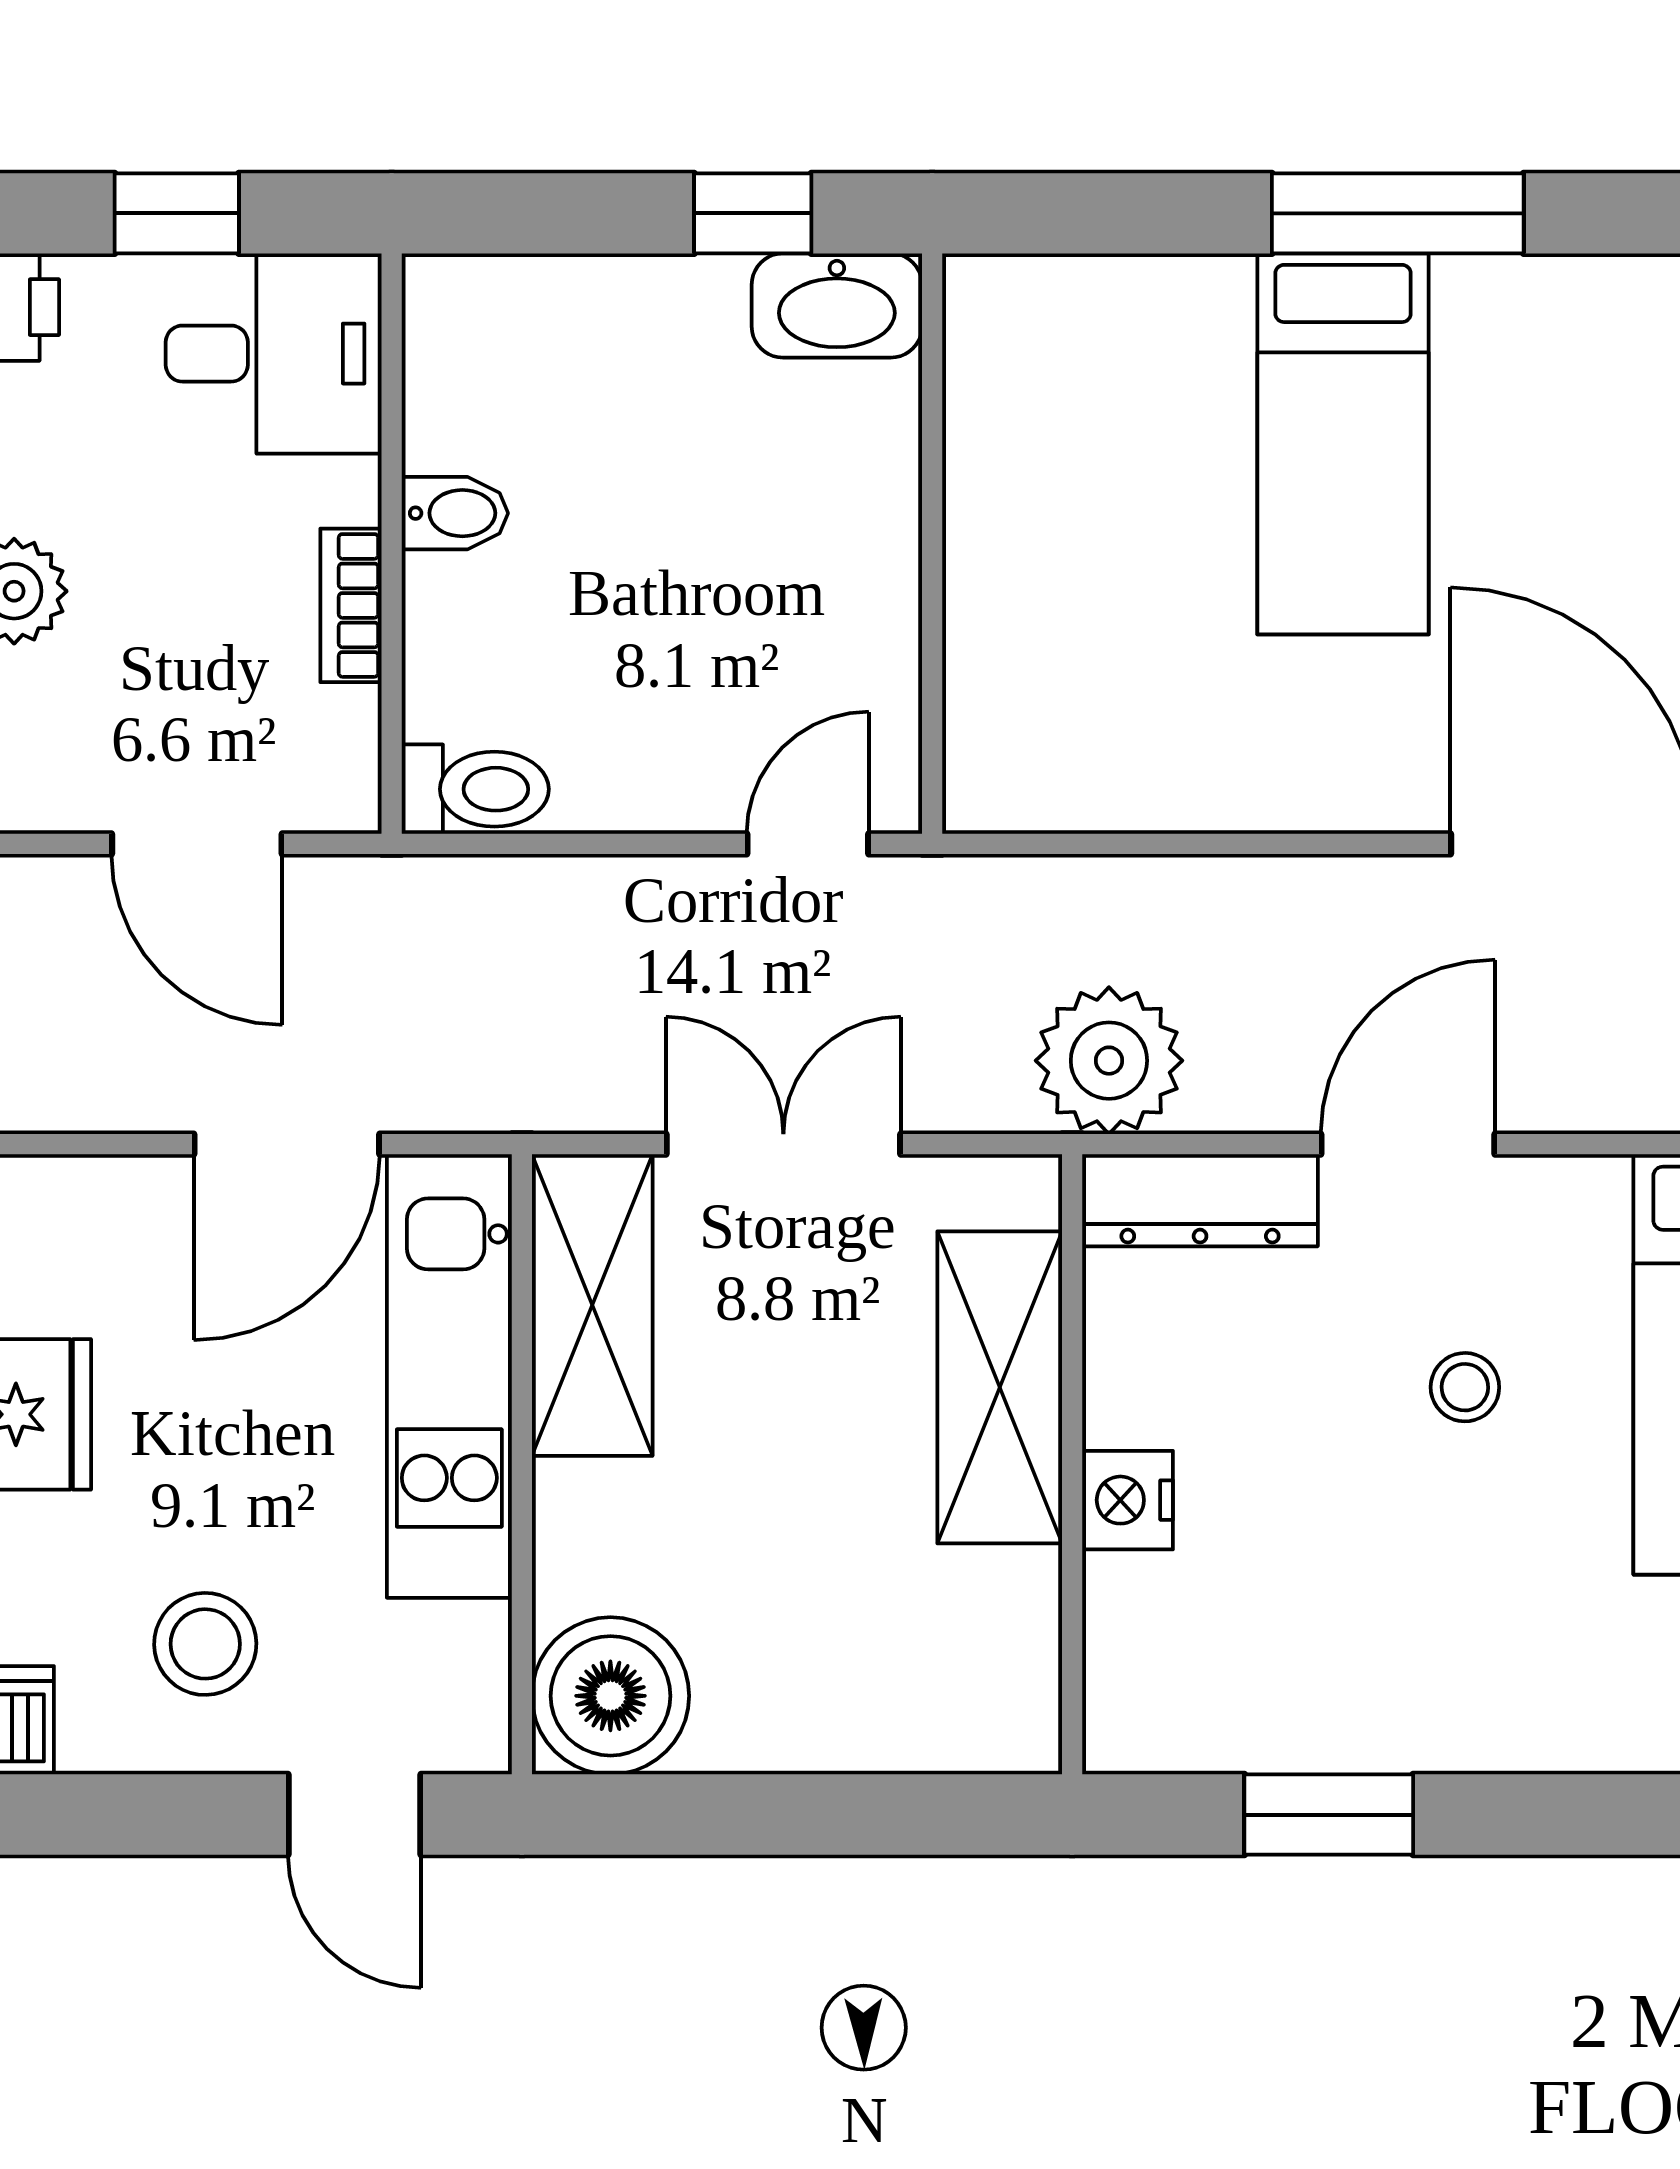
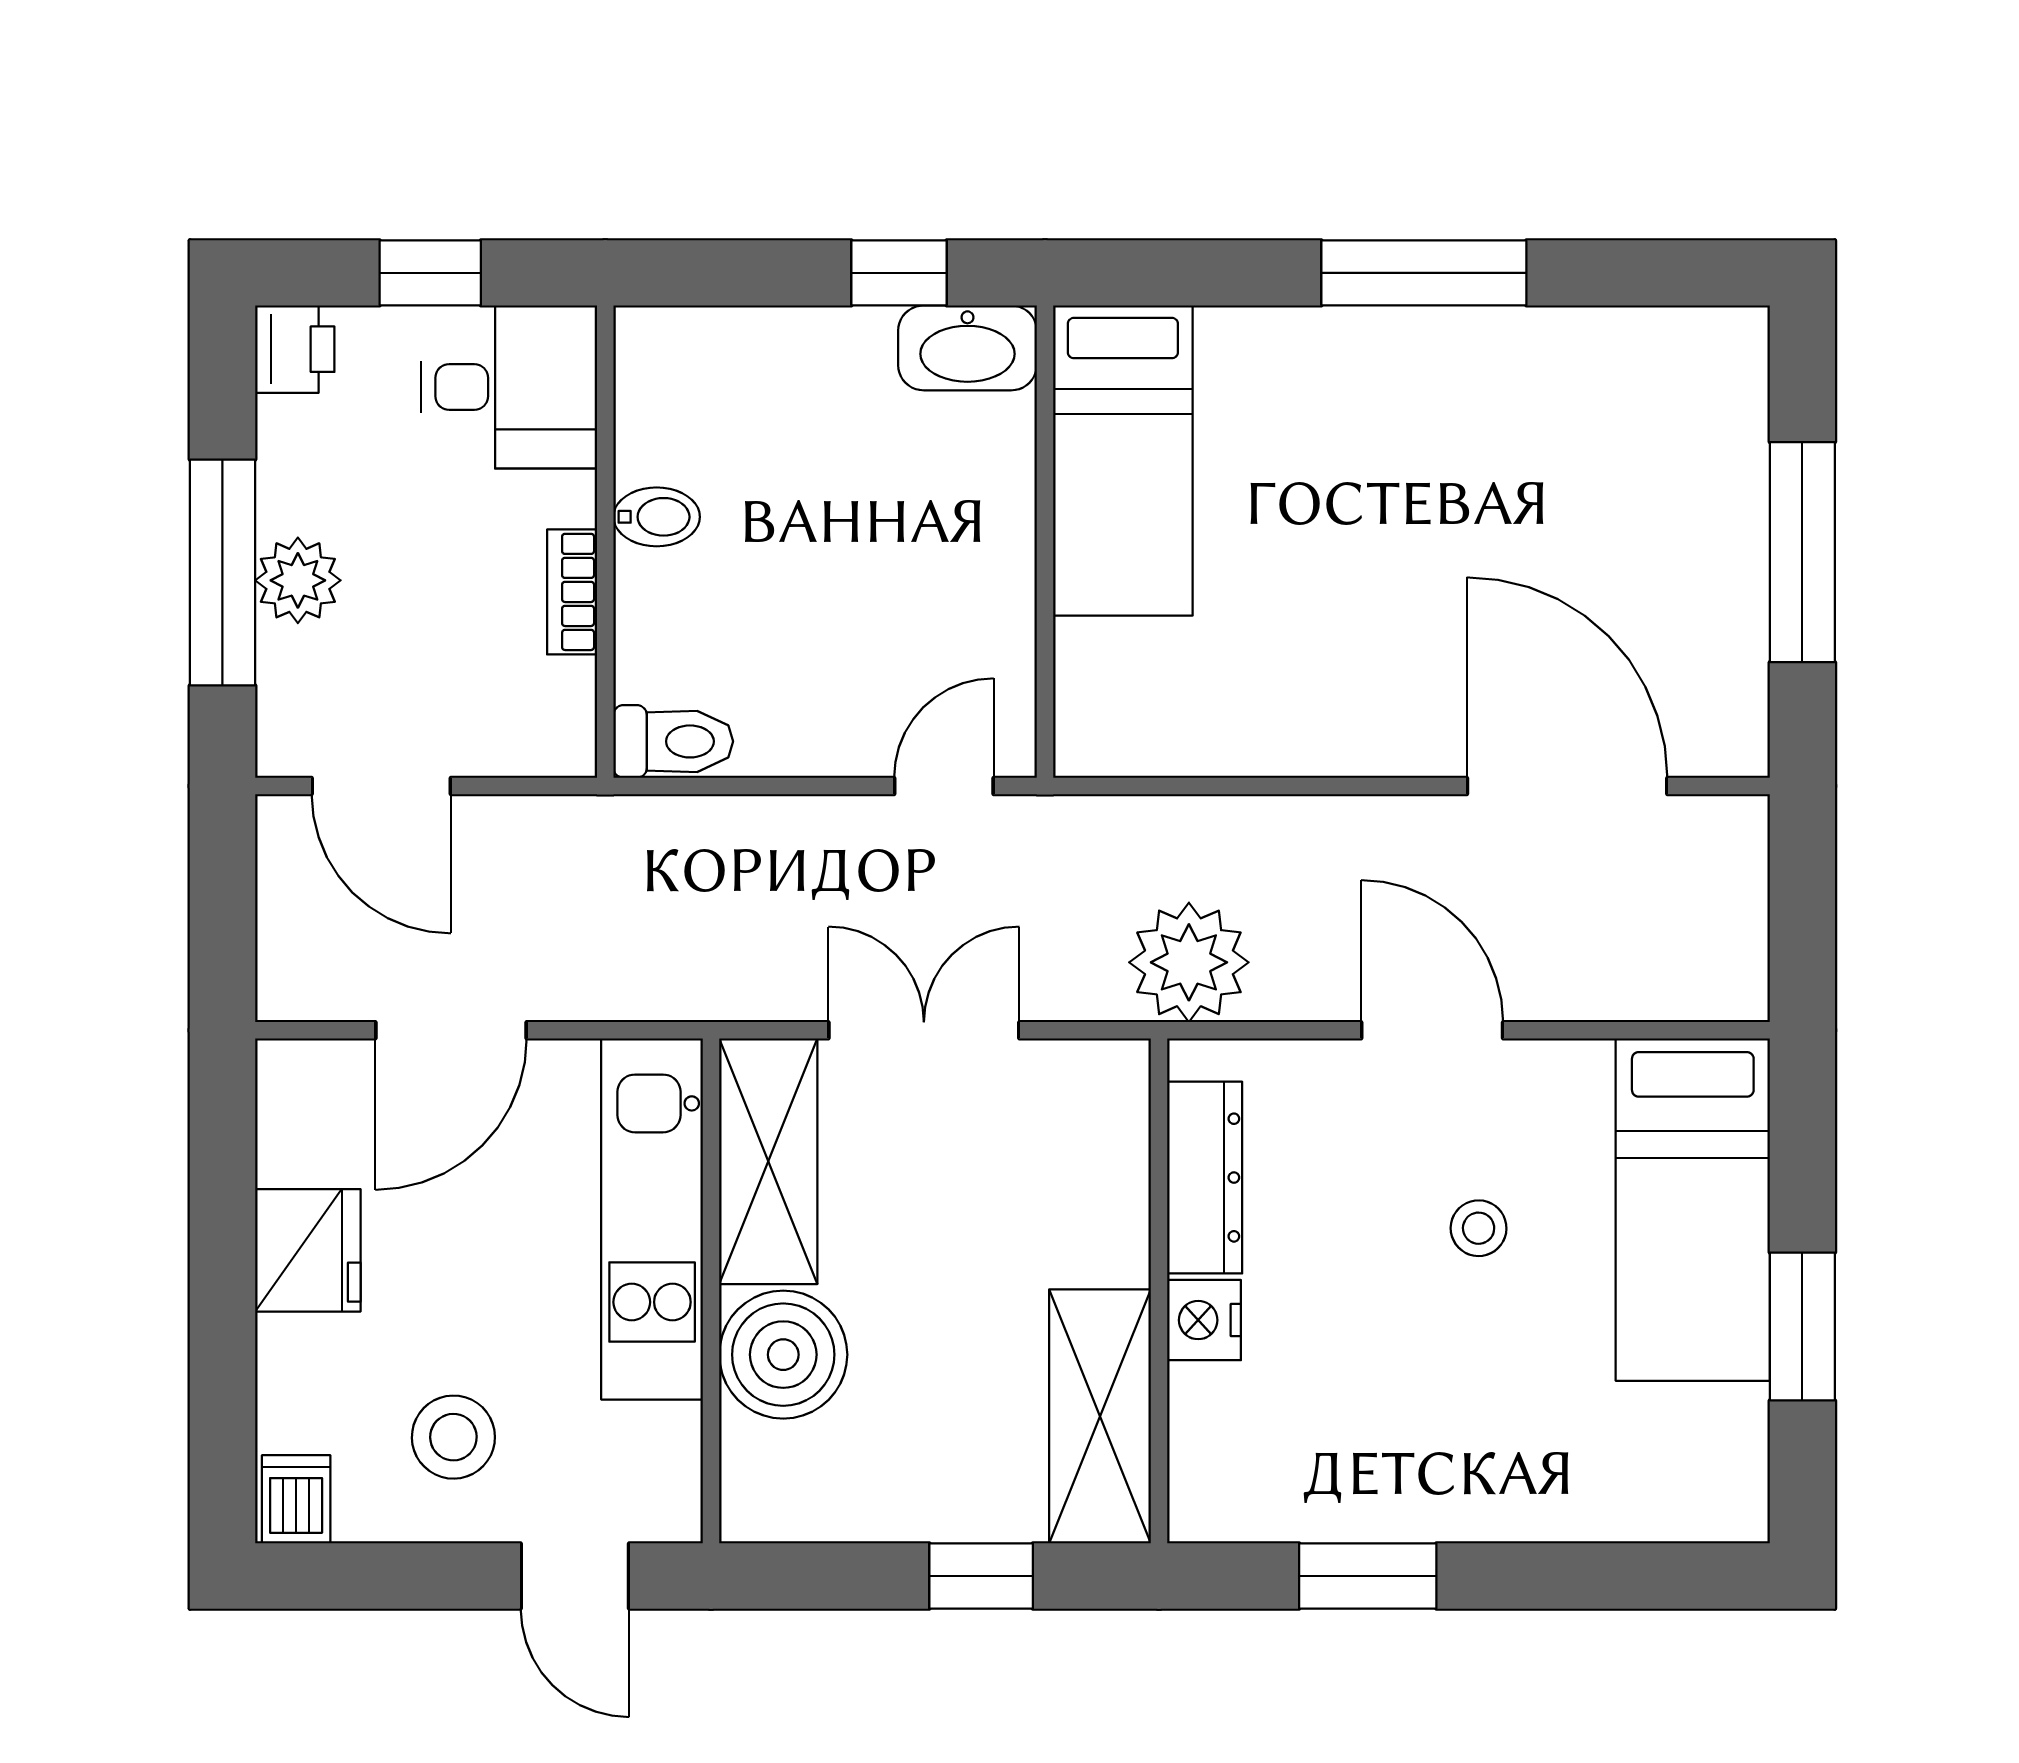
bed: (1343, 444) -> (1123, 461), moved
door: (197, 844) -> (381, 786), moved
door: (287, 1144) -> (451, 1030), moved
door: (1408, 1144) -> (1432, 1030), hinge flipped
dresser: (1200, 1200) -> (1205, 1178), moved, turned -90
shelving: (1000, 1387) -> (1100, 1416), moved
boiler: (610, 1696) -> (783, 1355), moved
window: (854, 1815) -> (981, 1576), added

